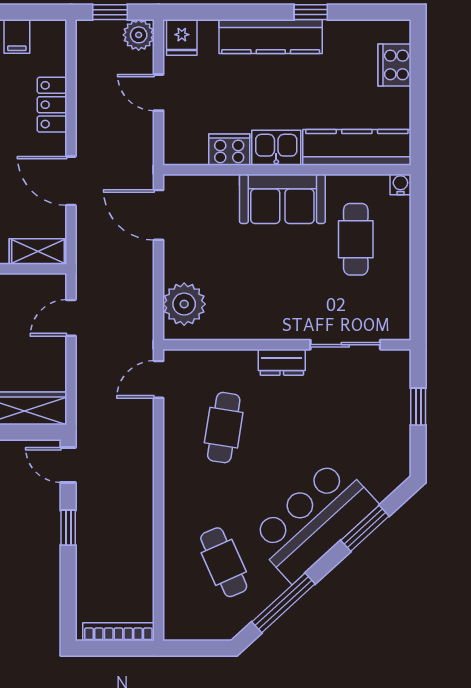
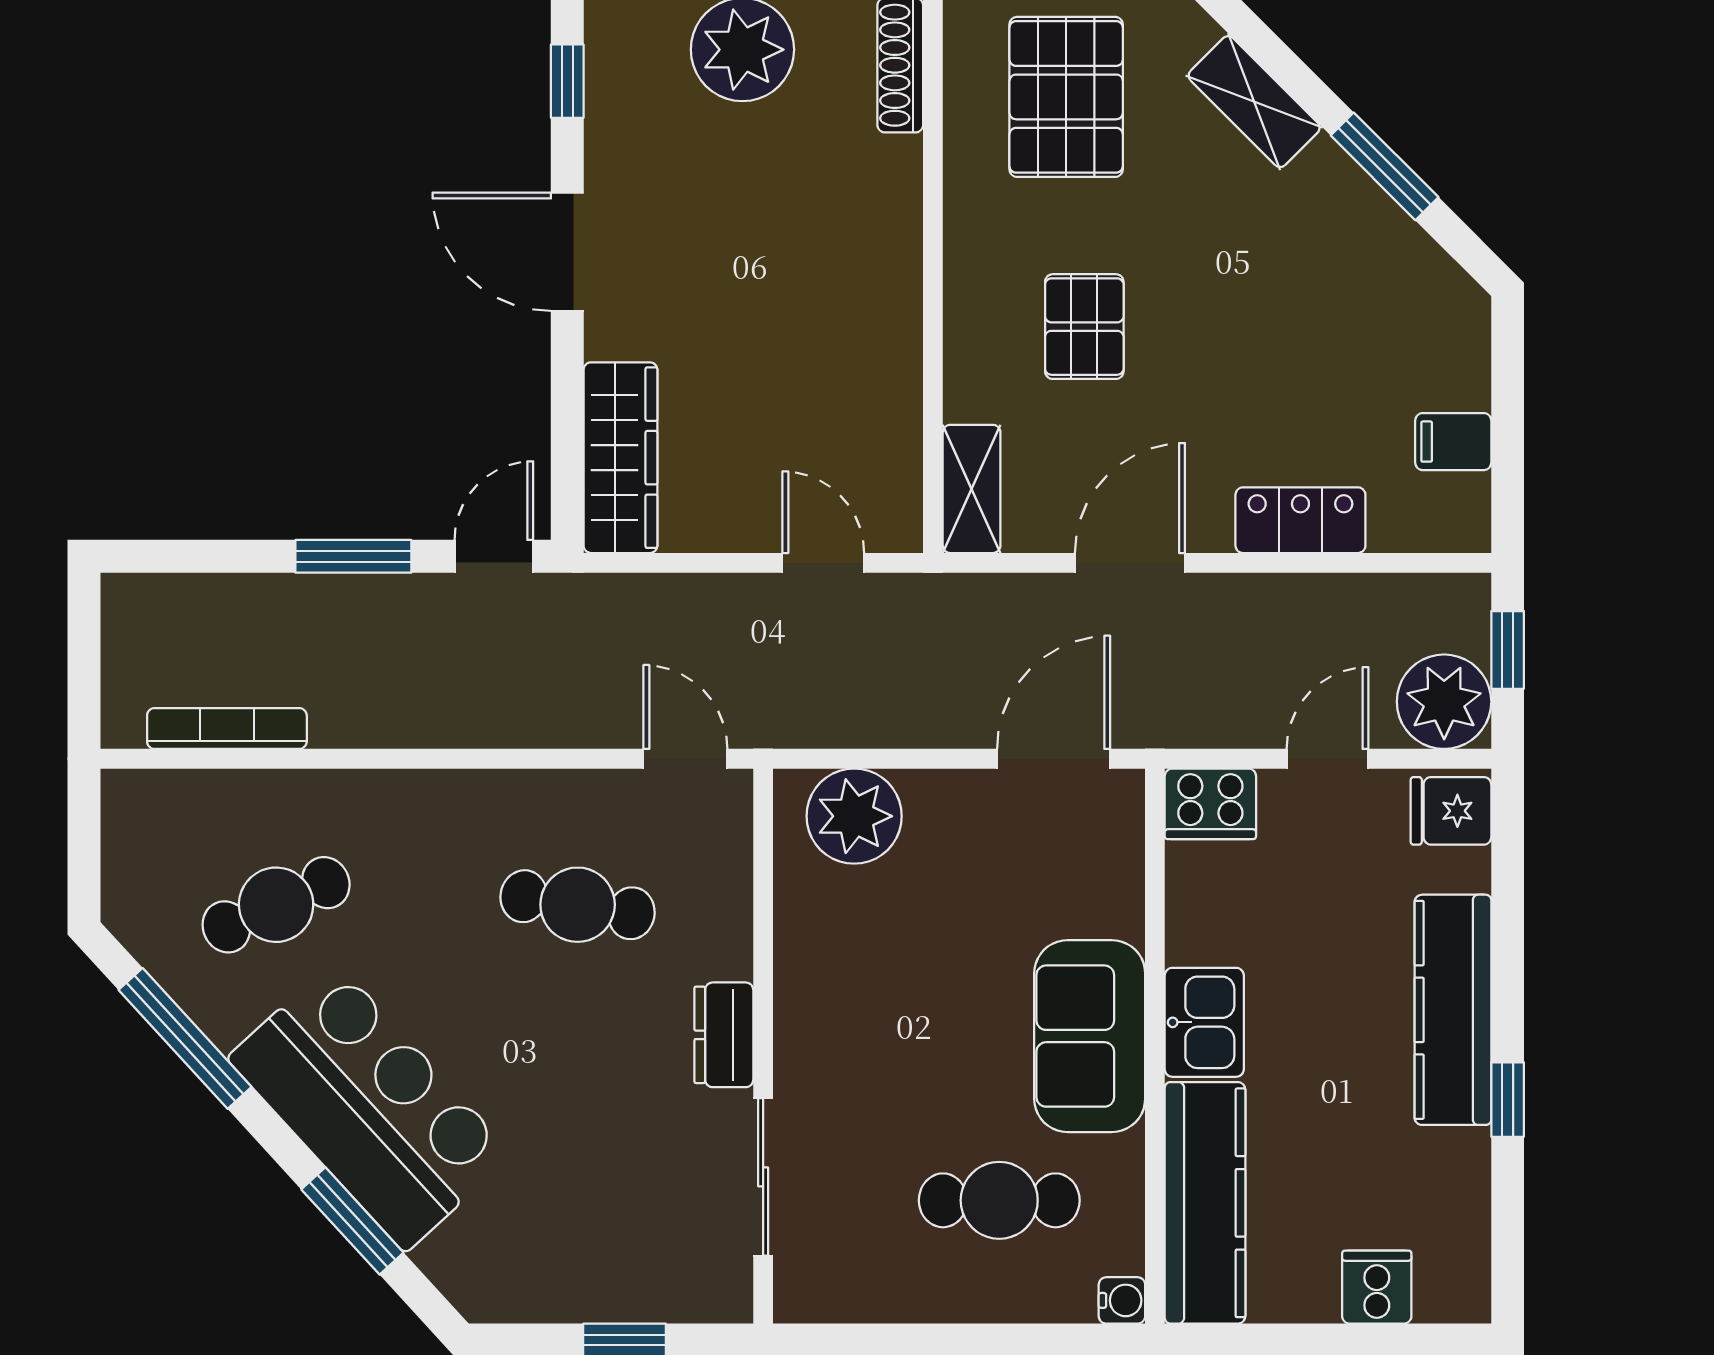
plant: (139, 35) -> (1444, 702), width x1.36, depth x1.36
cooker: (395, 65) -> (1377, 1287), width x0.73
cooker: (229, 150) -> (1210, 804), moved, turned 90
window: (68, 528) -> (353, 556), width x1.50
bookcase: (118, 632) -> (227, 728), moved, turned -90

